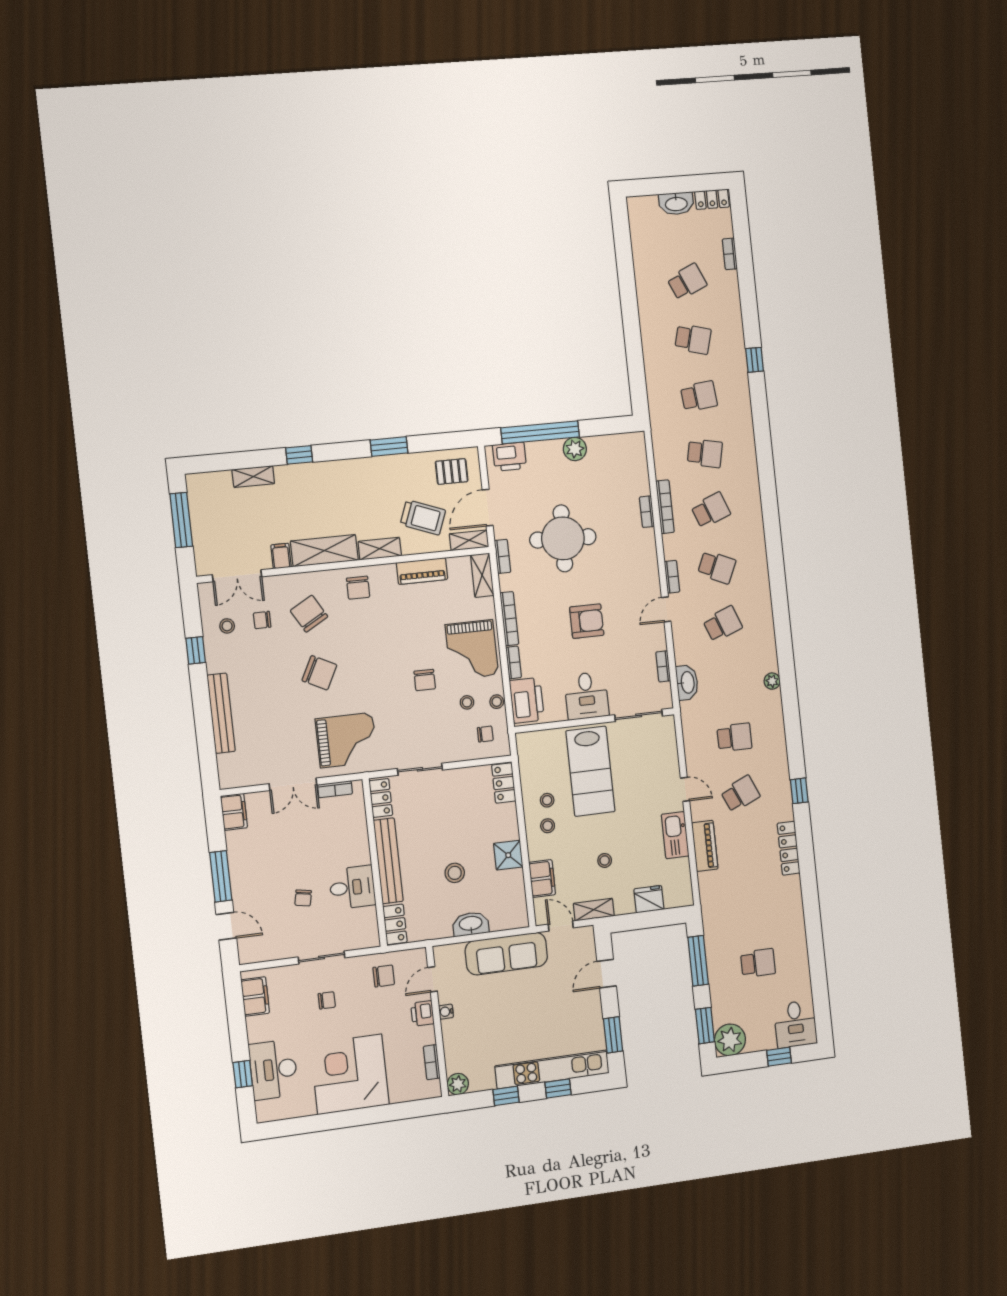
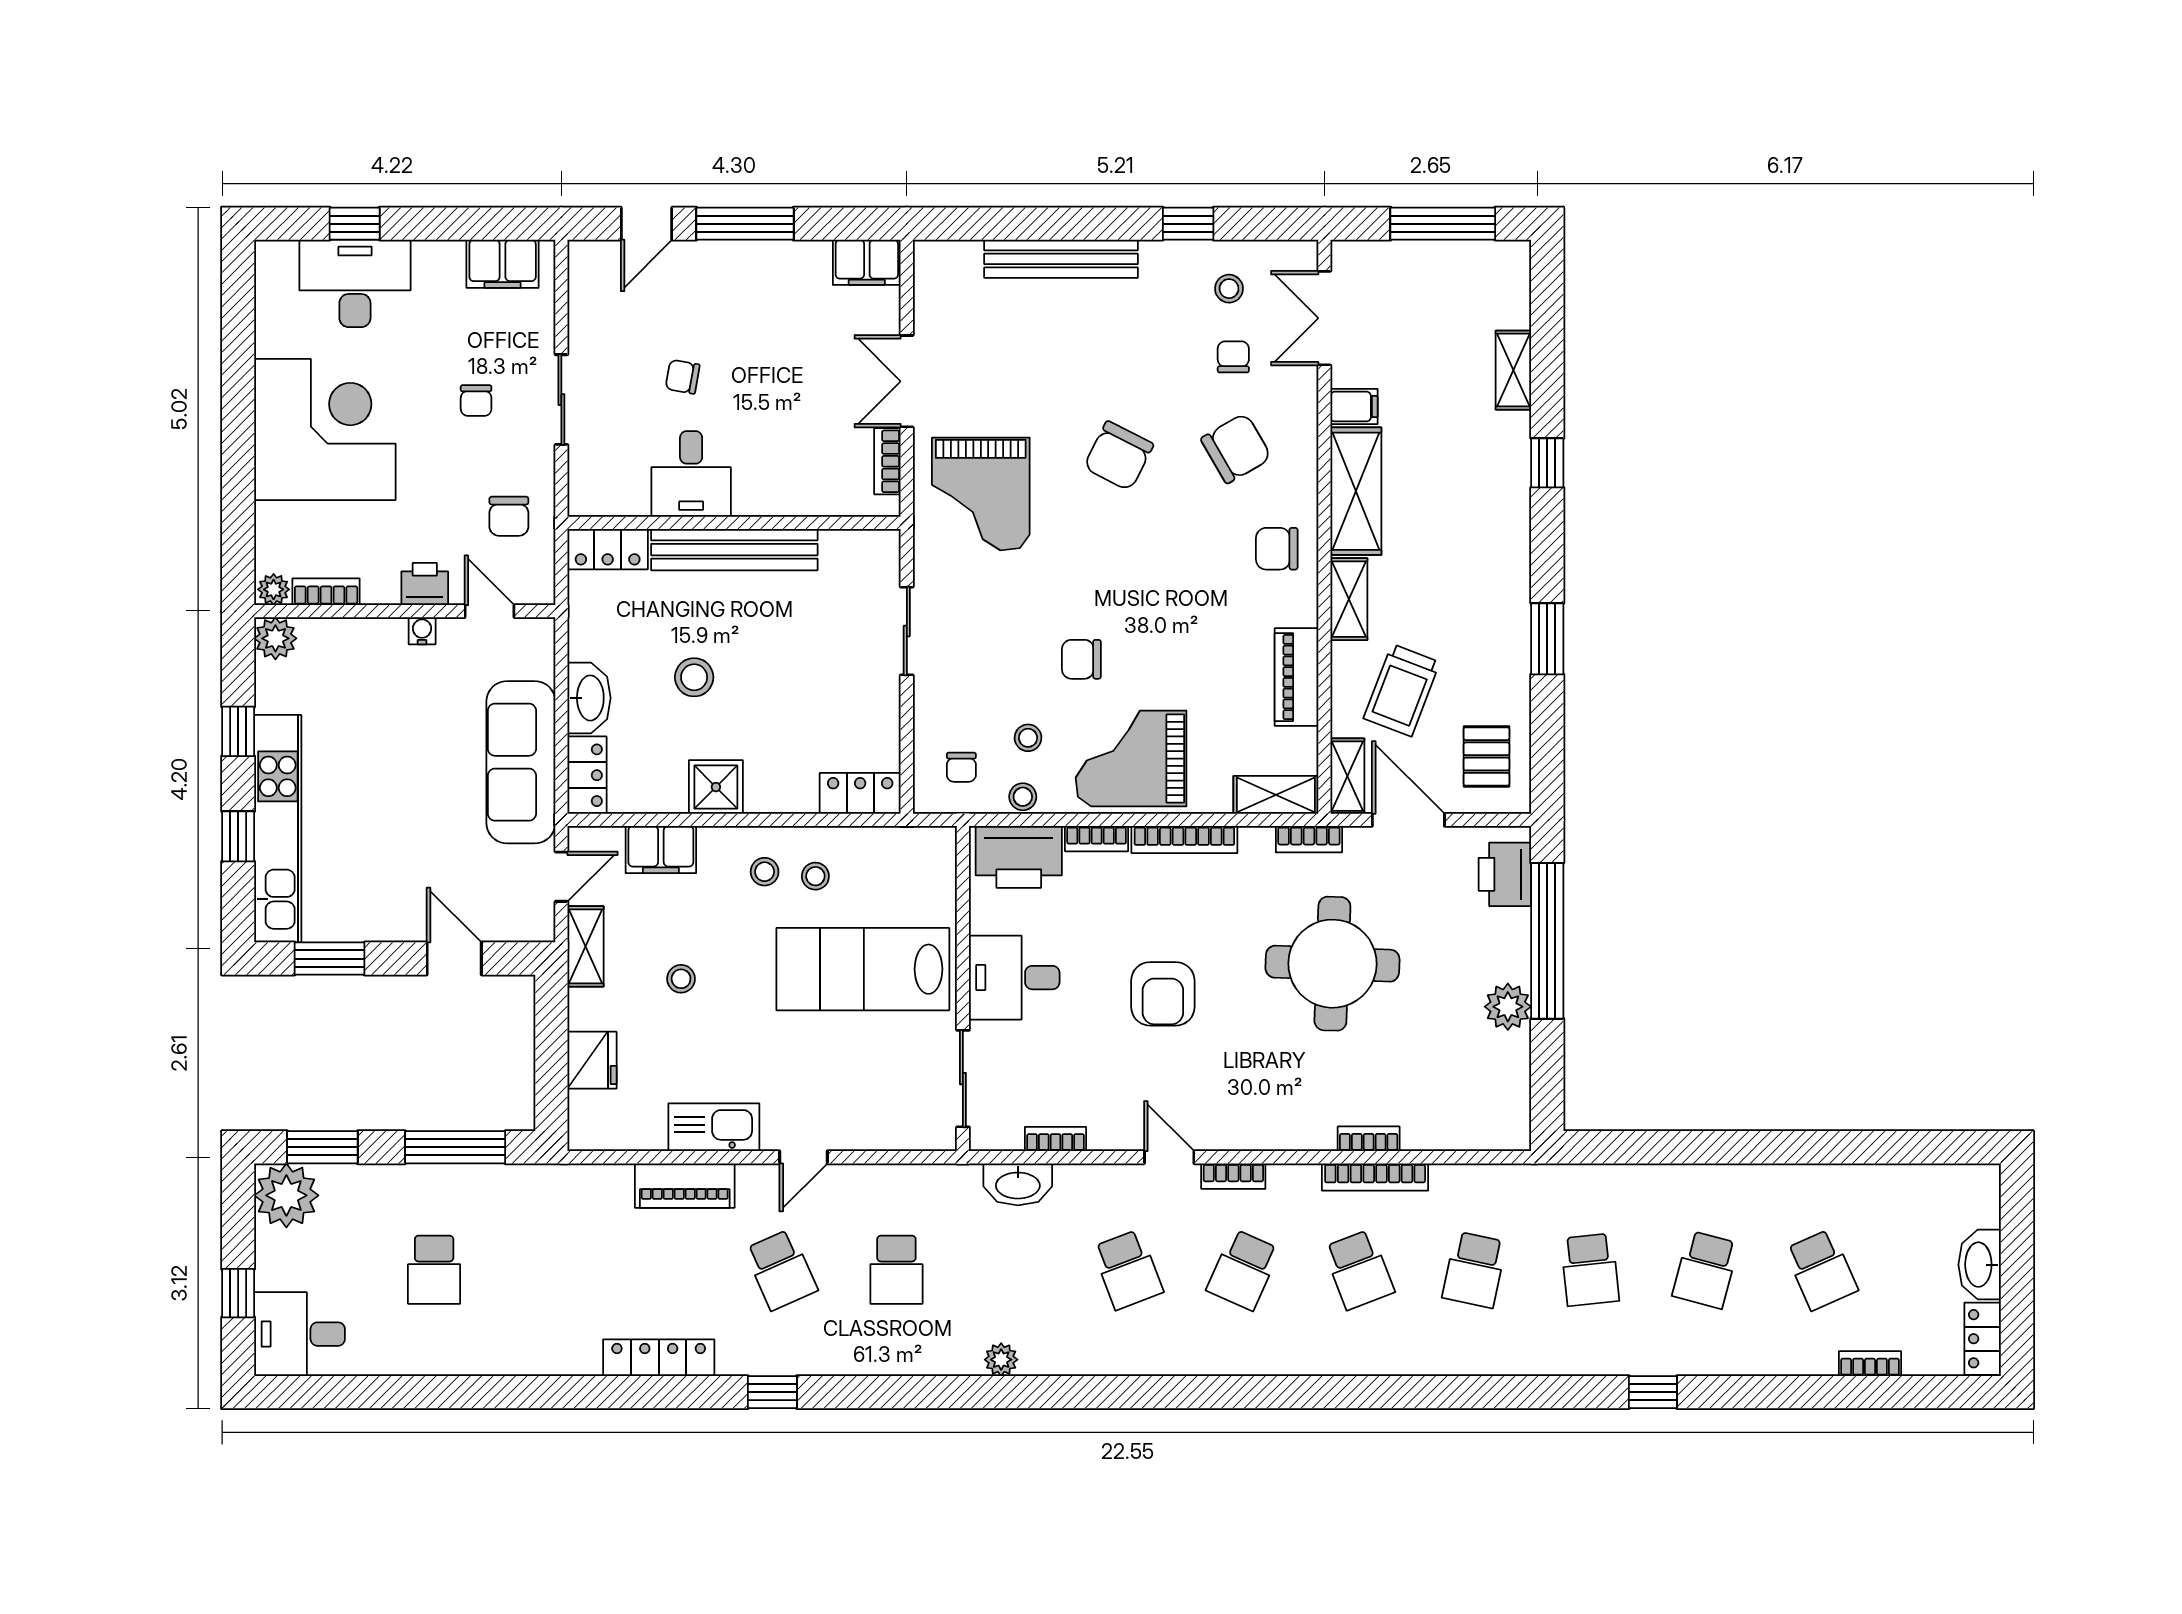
locker: (381, 798) -> (587, 775), moved, turned -90
plant: (433, 1088) -> (274, 589), added

